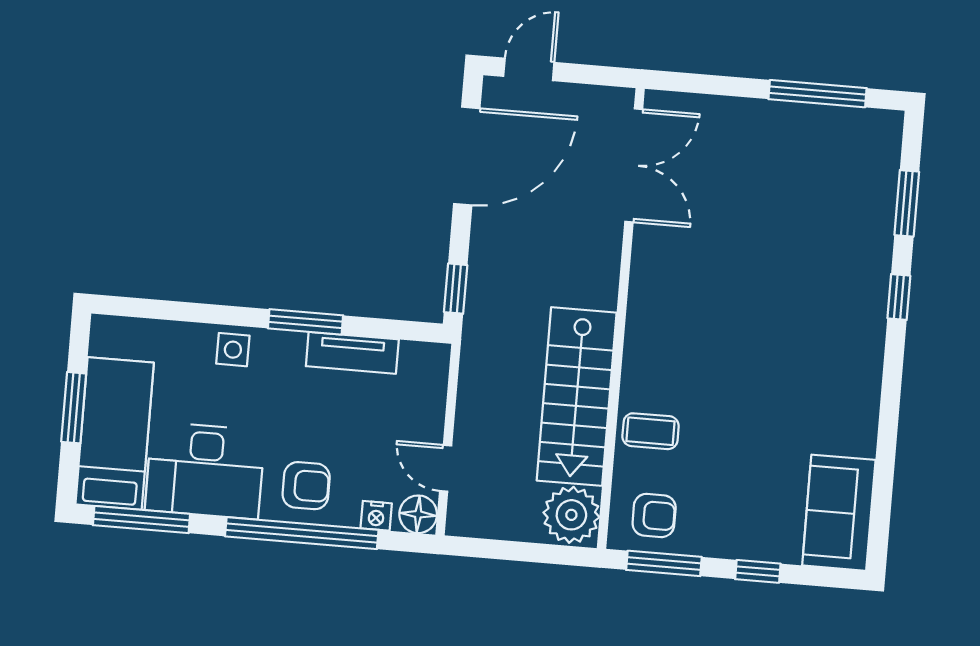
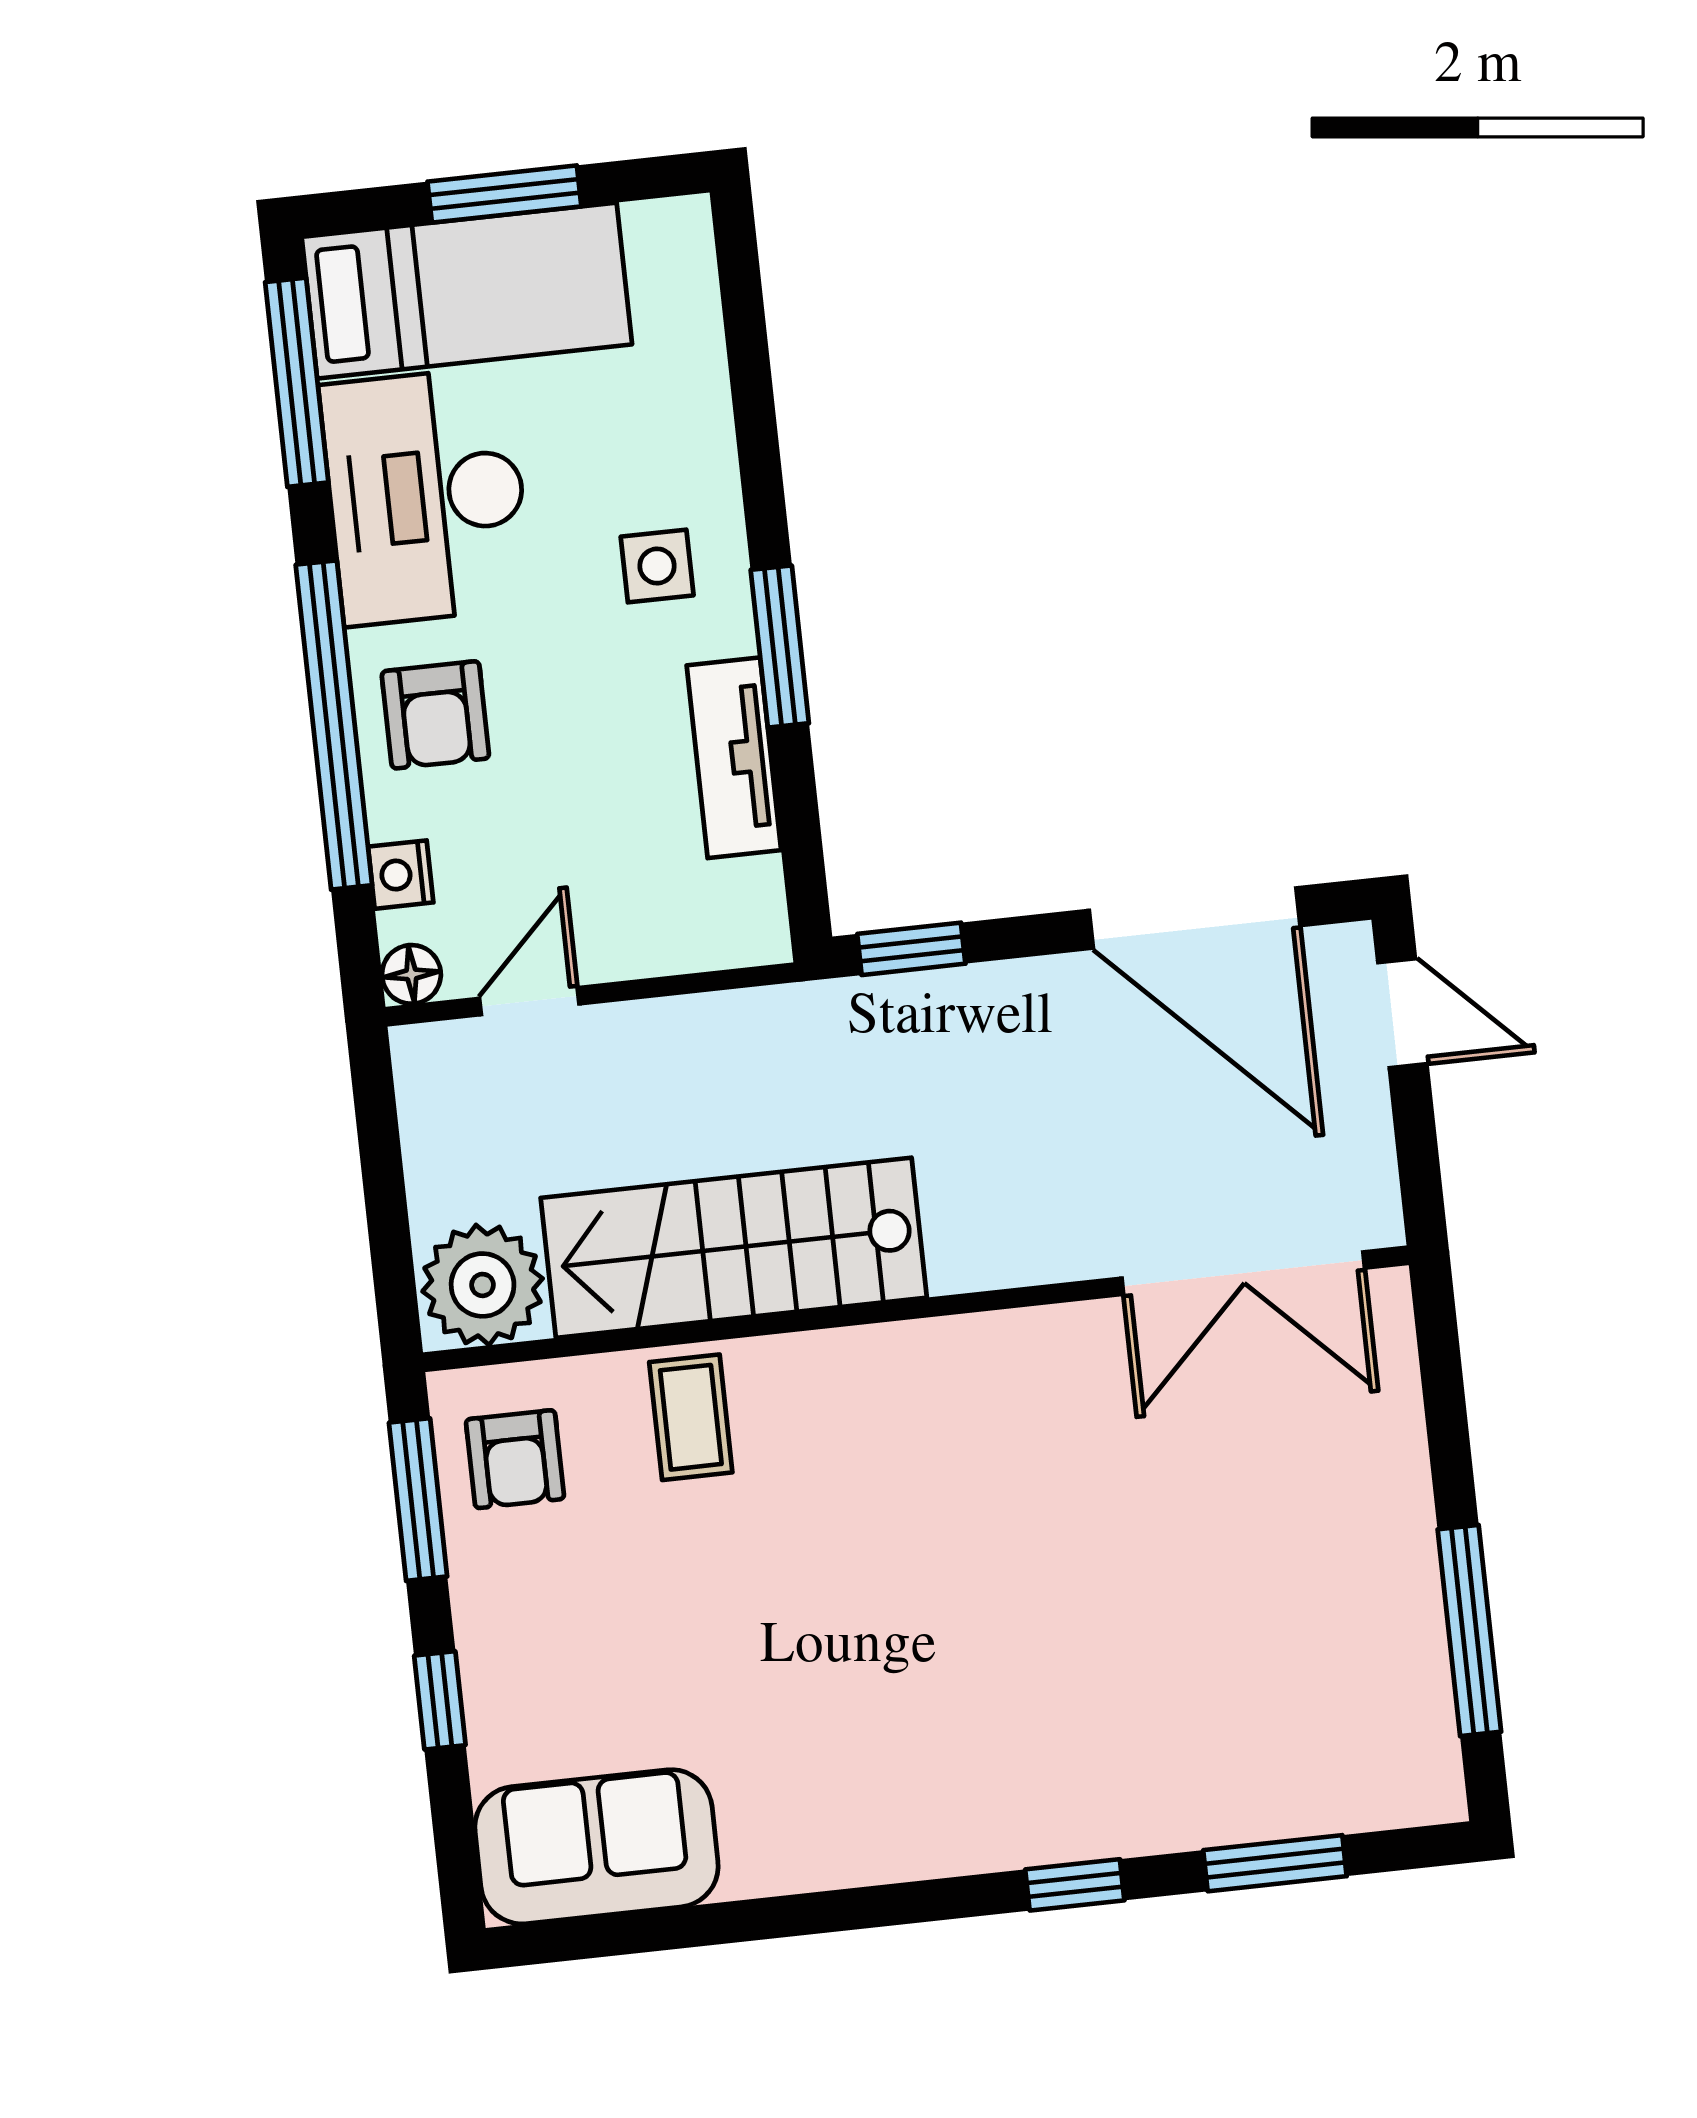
side table: (233, 350) -> (657, 566), moved
floor lamp: (418, 514) -> (411, 974), width x0.73, depth x0.73

